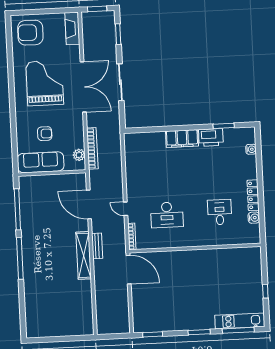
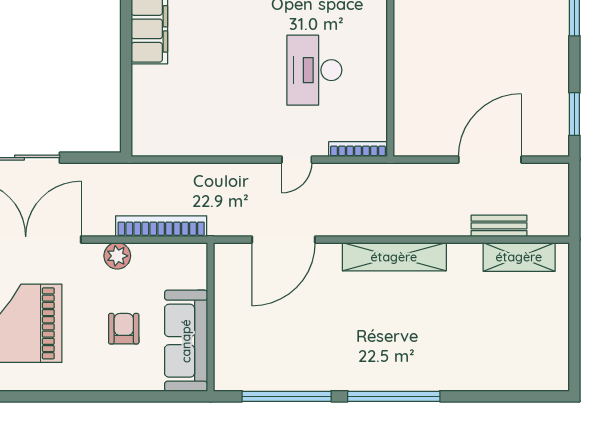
plant: (79, 155) -> (117, 256), moved
desk: (167, 215) -> (314, 70), turned 180
bench: (97, 246) -> (499, 226), moved
door: (129, 270) -> (490, 160), moved
shelving: (86, 312) -> (519, 257), added

